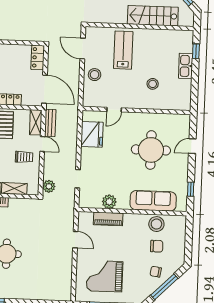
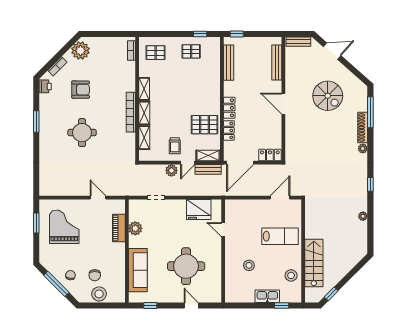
stool: (95, 75) -> (291, 275), moved
plant: (49, 186) -> (171, 170), moved
stool: (156, 224) -> (99, 294), moved
door: (75, 240) -> (98, 198), swing flipped

